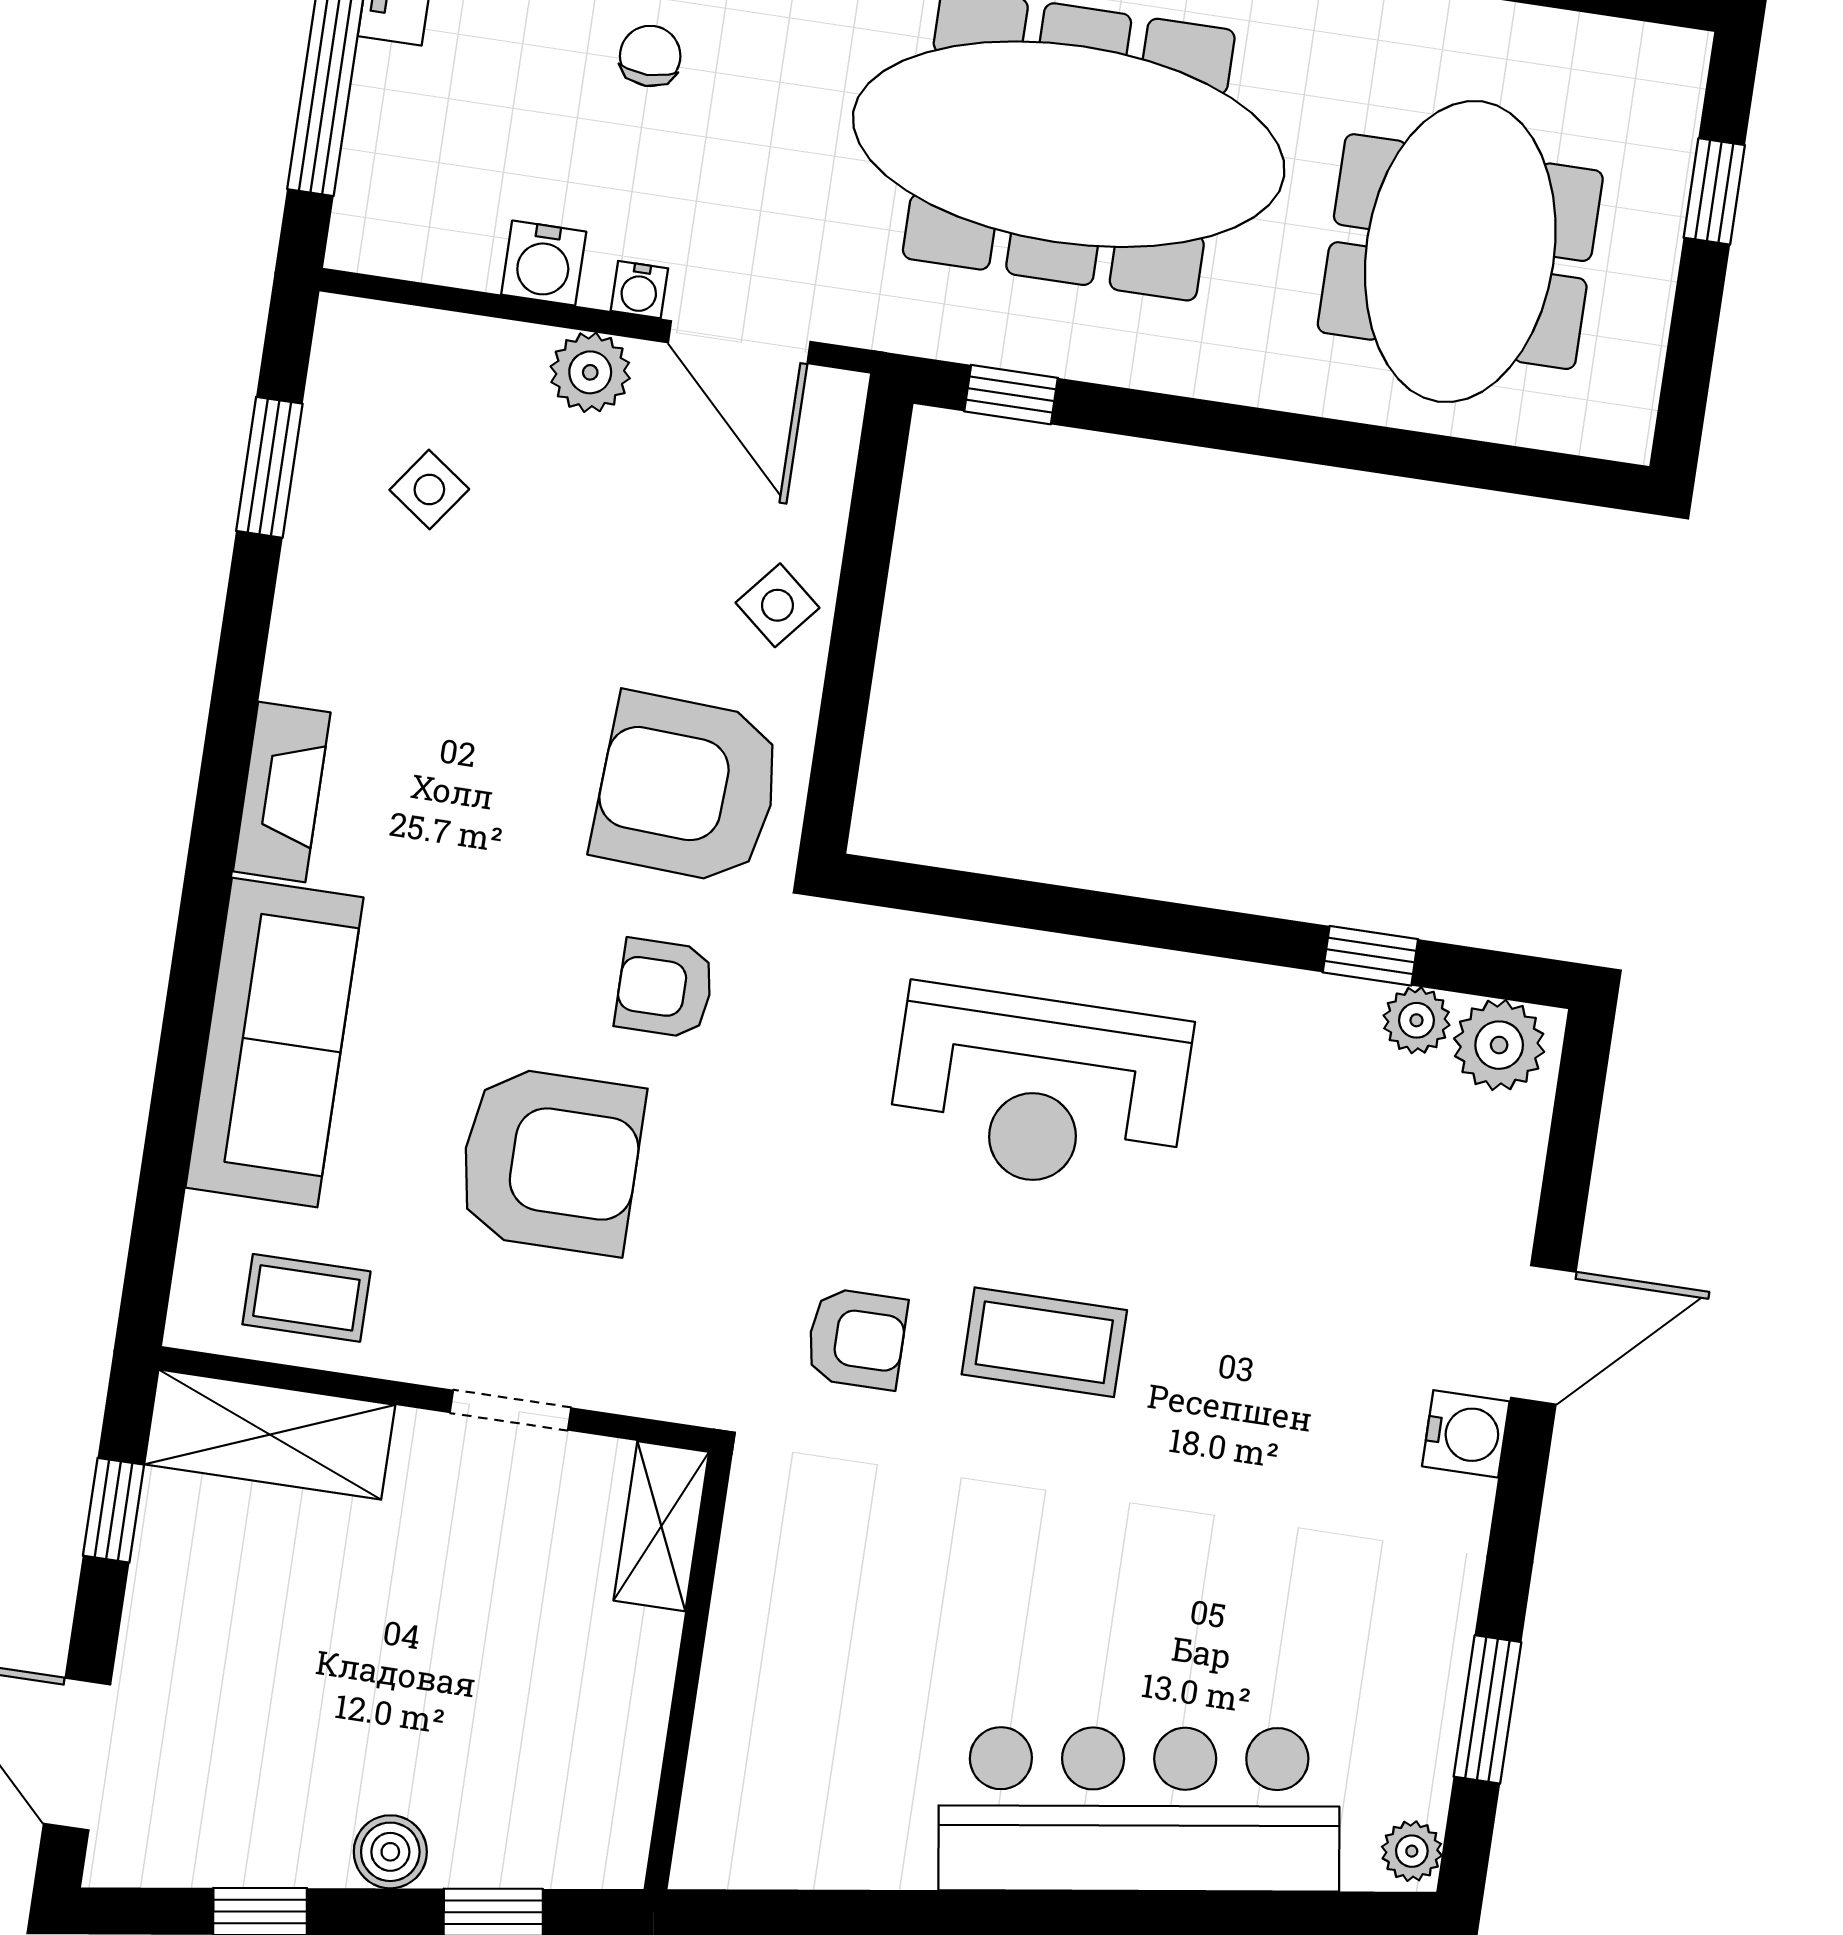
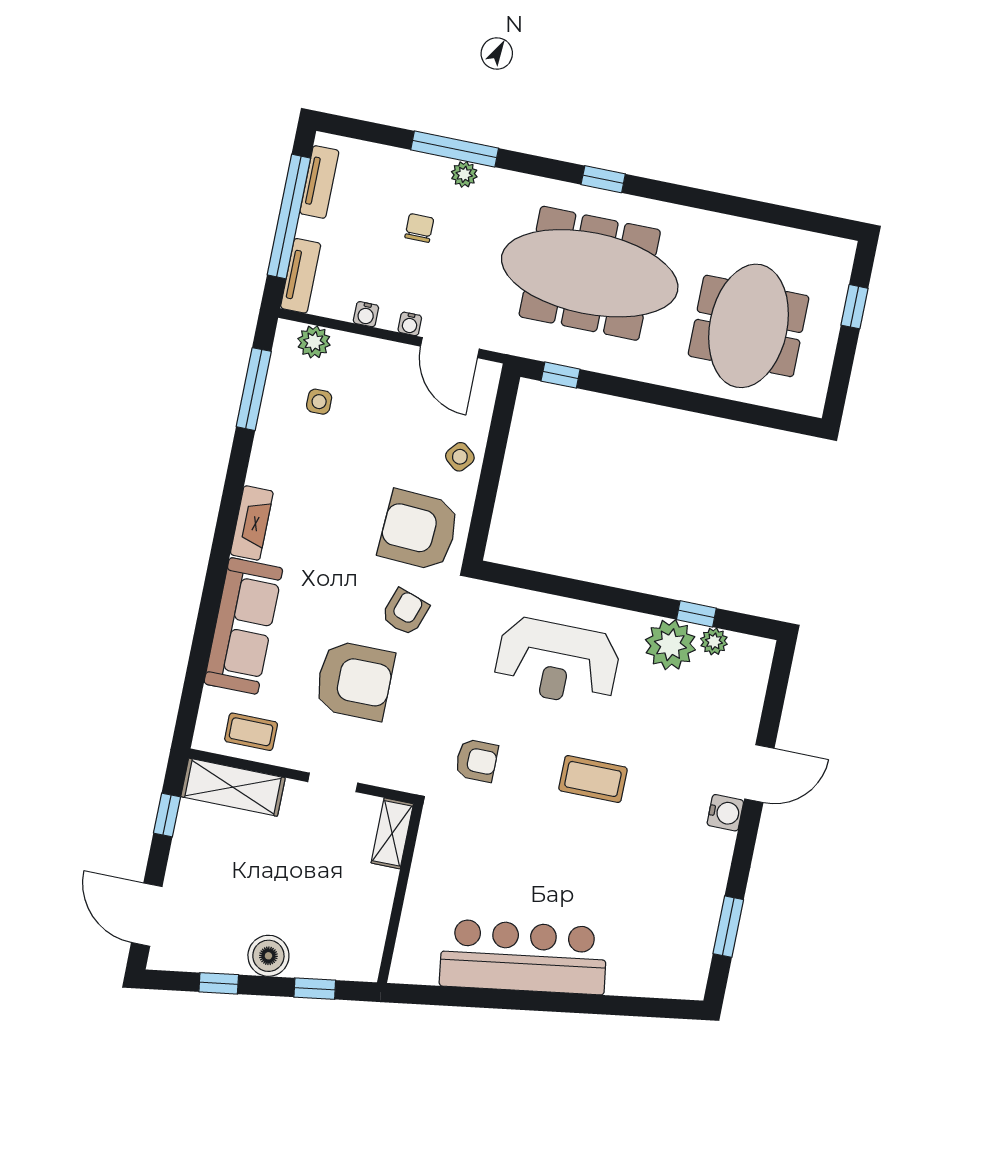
tv unit: (369, 187) -> (301, 276), added
water cooler: (544, 263) -> (366, 314), width x0.72, depth x0.72
plant: (590, 372) -> (314, 342), moved
window: (269, 467) -> (254, 389), width x1.44
side table: (429, 489) -> (319, 402), turned -36
armchair: (665, 988) -> (405, 612), turned 109
plant: (1499, 1045) -> (670, 645), moved, width x1.36, depth x1.36
coffee table: (1044, 1342) -> (593, 779), moved
bar counter: (1139, 1809) -> (523, 957), moved
plant: (1412, 1851) -> (694, 983), removed
boiler: (390, 1852) -> (268, 956), width x1.36, depth x1.36

